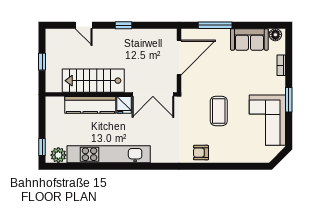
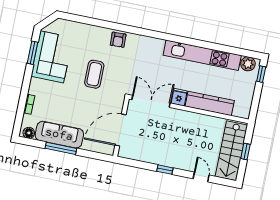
window: (215, 25) -> (61, 148), moved
sofa: (249, 39) -> (59, 135), width x1.36
stairs: (93, 81) -> (231, 151), moved, turned 90
window: (289, 100) -> (32, 53), moved
armchair: (201, 153) -> (118, 40), turned 88

